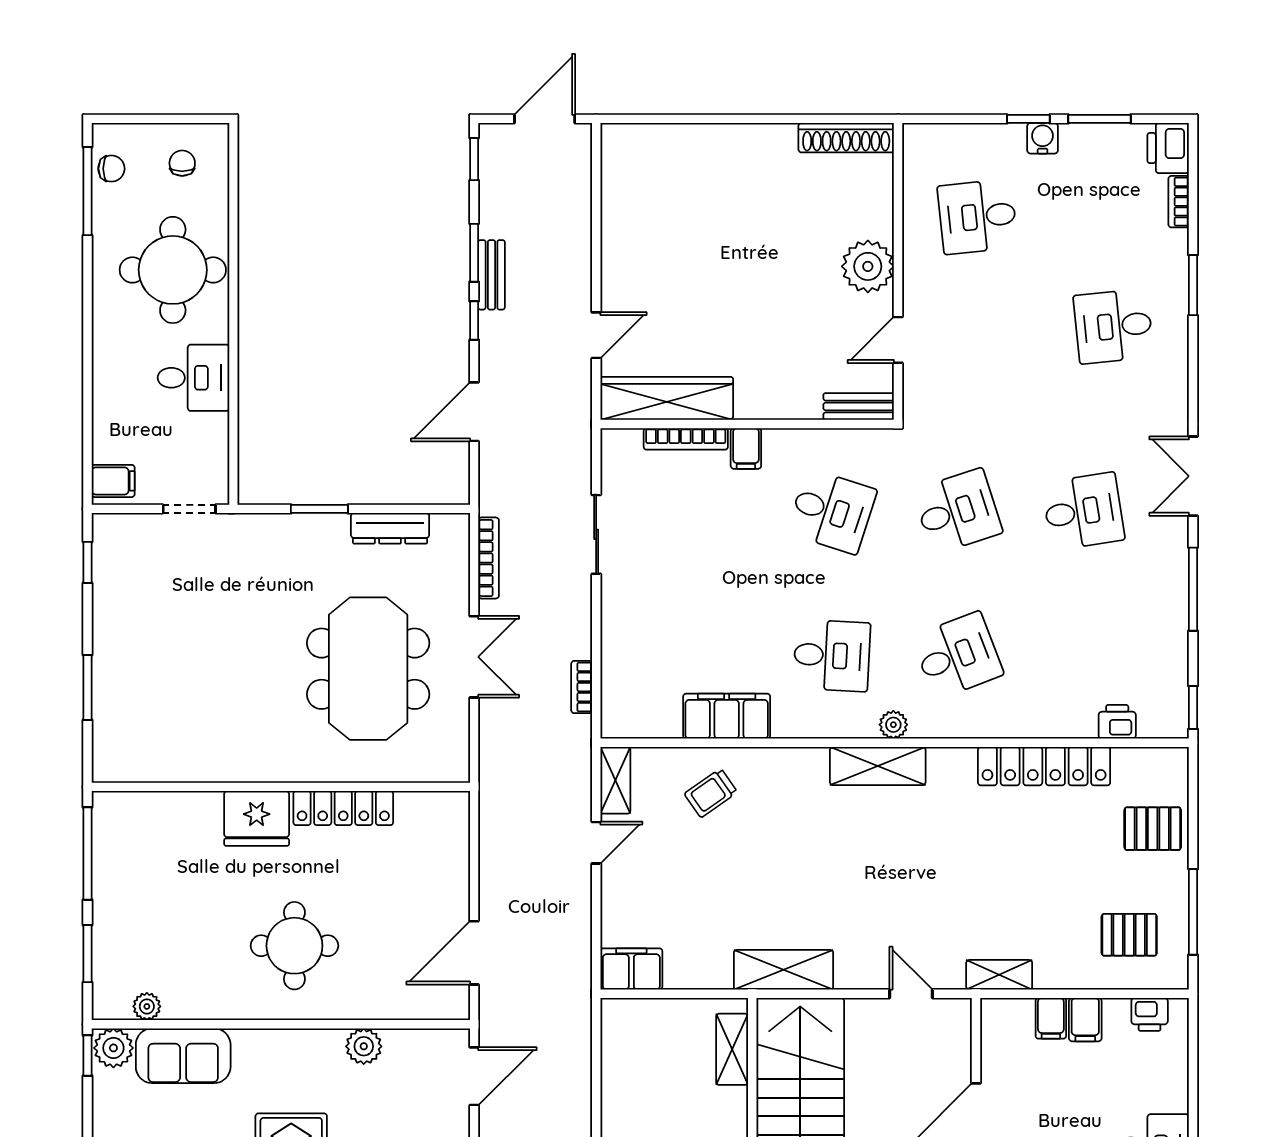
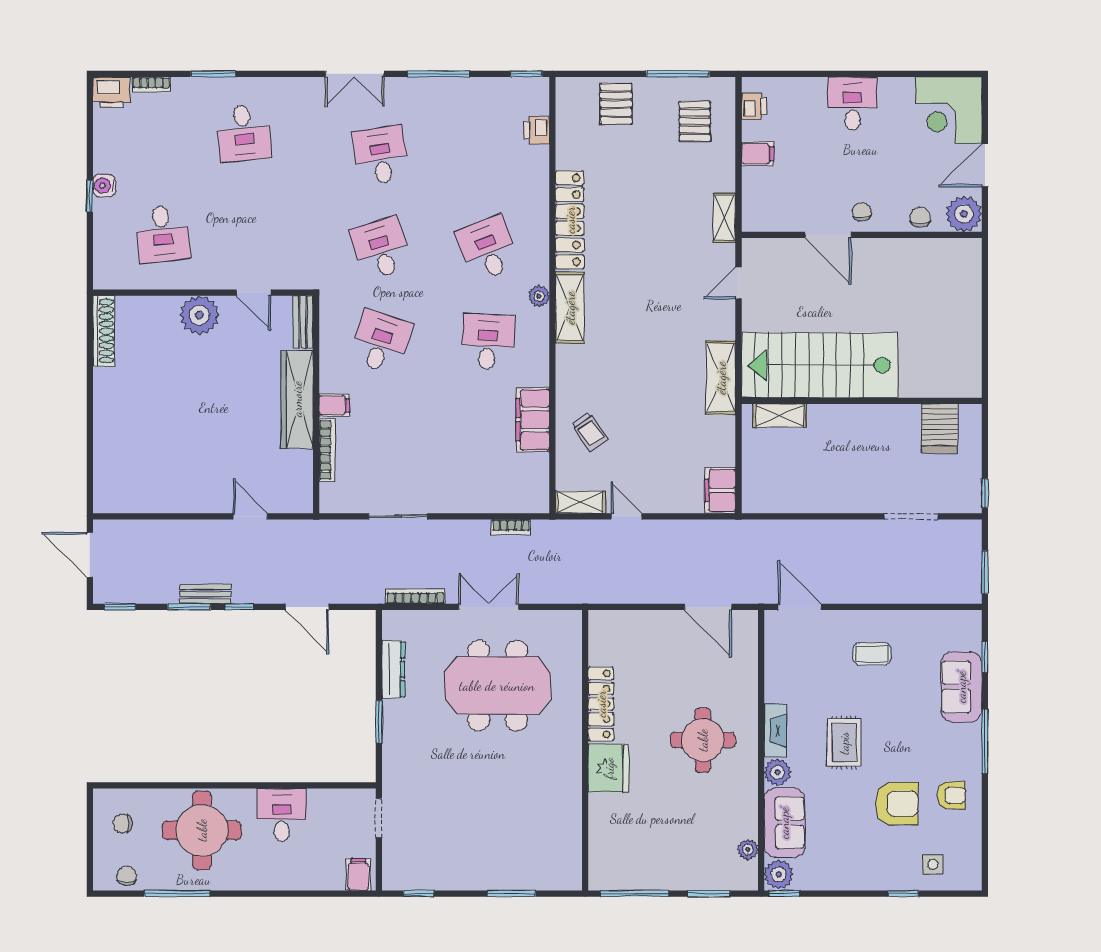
window: (1099, 119) -> (90, 143), removed
window: (88, 191) -> (177, 894), moved
wardrobe: (667, 398) -> (297, 399), moved
locker: (1044, 766) -> (570, 220), moved
filing cabinet: (1051, 1018) -> (757, 179), removed
fireplace: (307, 1044) -> (775, 731), added
plant: (364, 1046) -> (777, 772), moved

